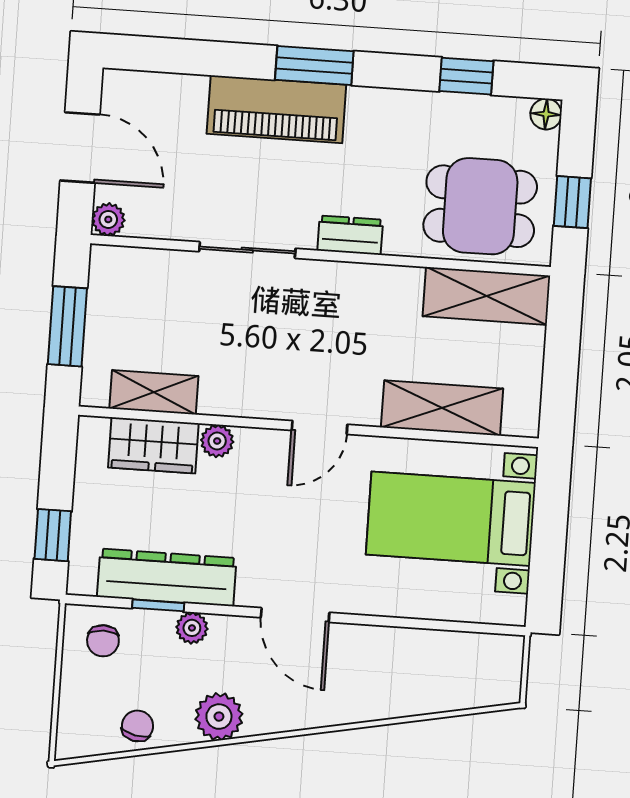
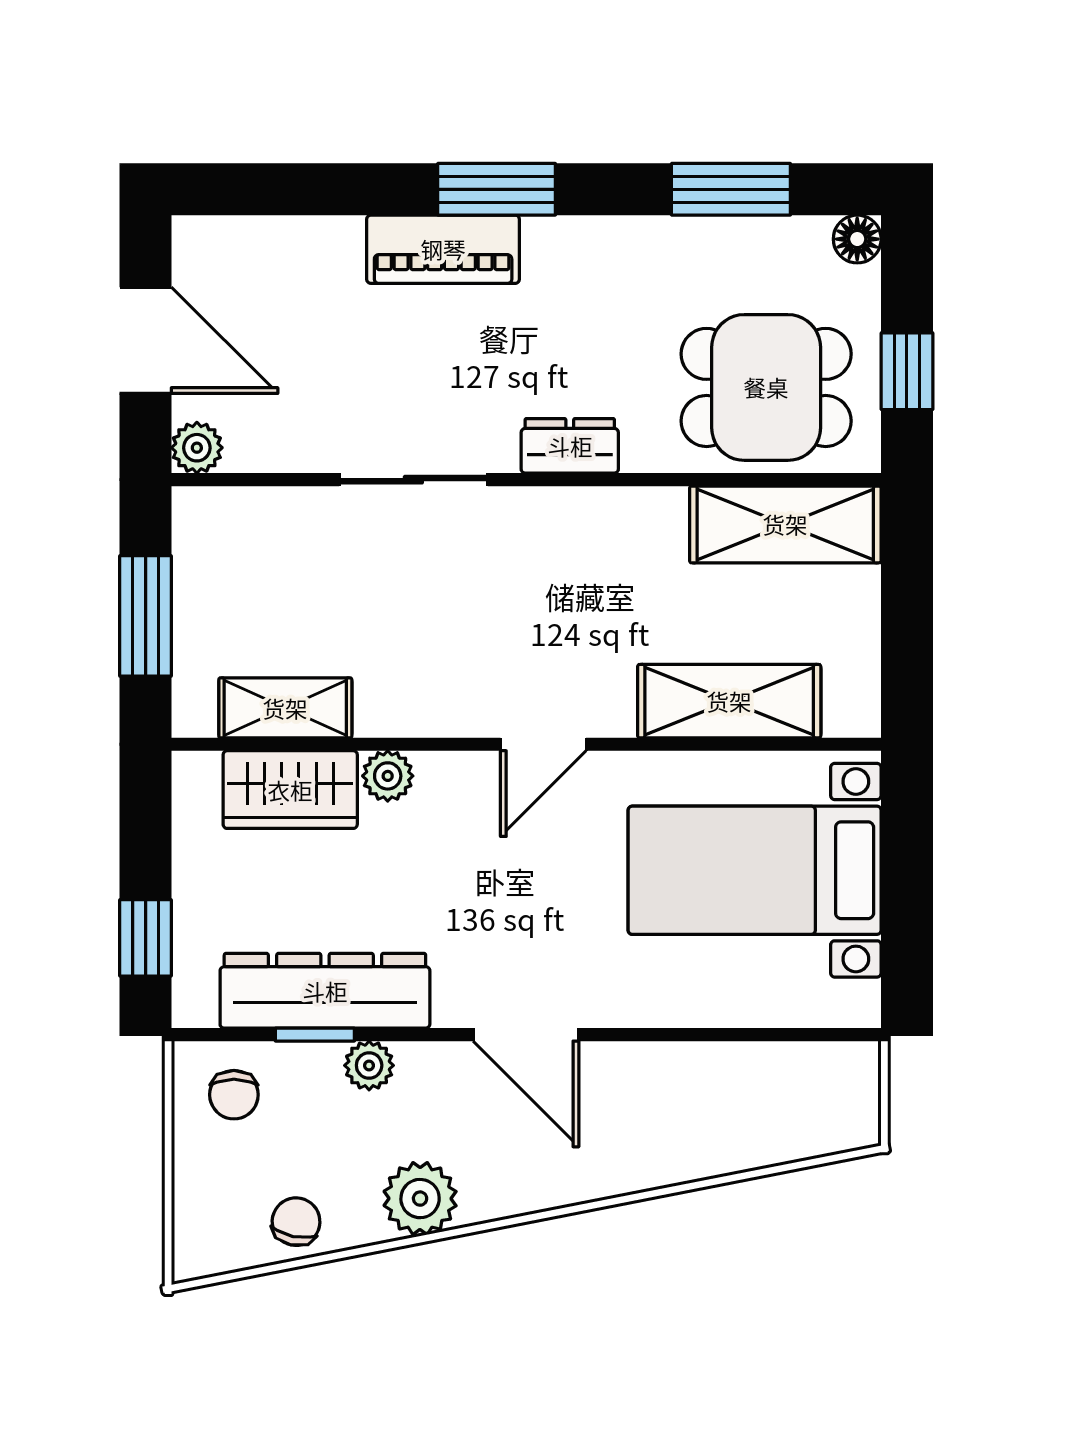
window: (466, 76) -> (731, 189), width x1.50
piano: (276, 109) -> (443, 249), width x0.73, depth x0.75

